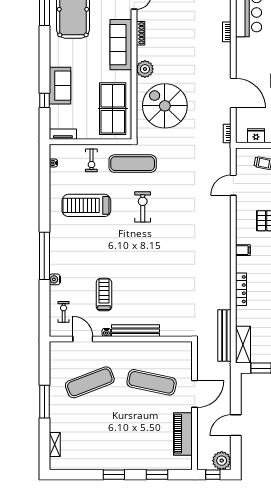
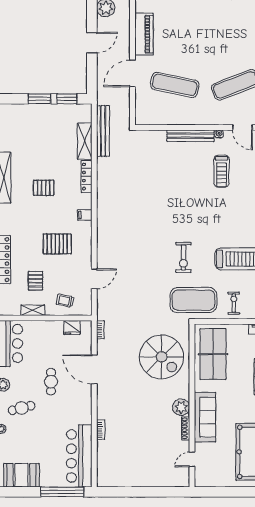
plant: (145, 69) -> (181, 407), moved
exercise mat: (133, 164) -> (193, 300), width x1.47
shelving: (243, 345) -> (85, 141), moved

